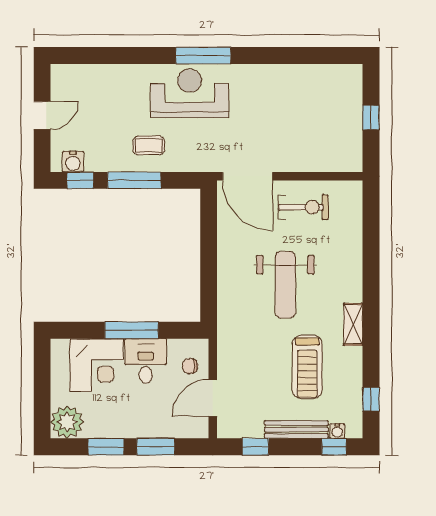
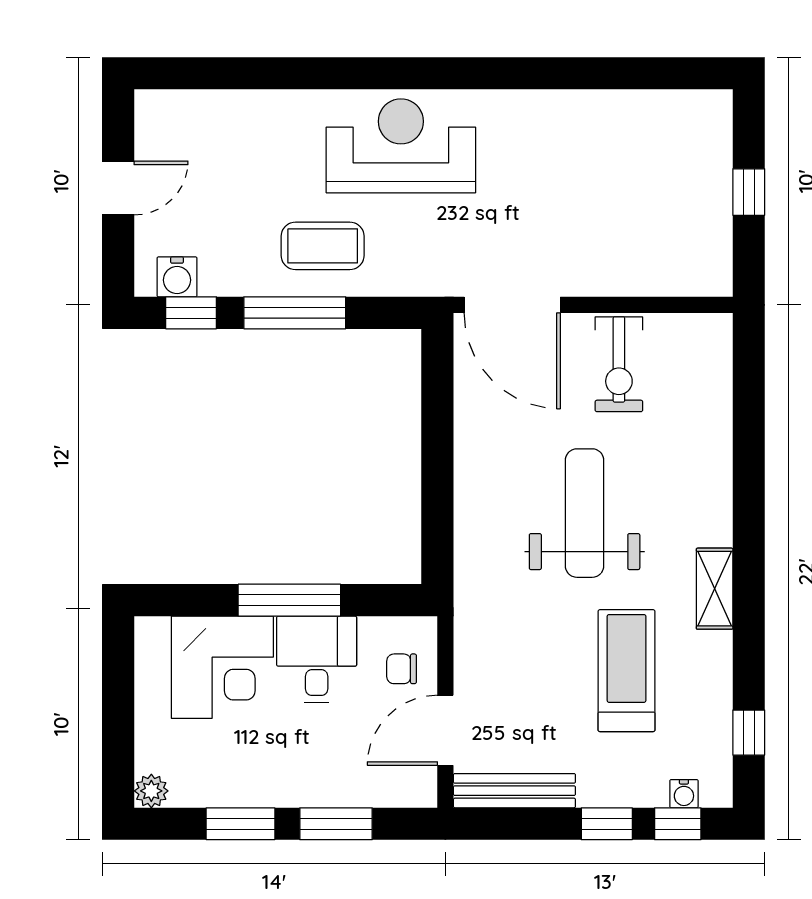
window: (203, 55) -> (427, 73), removed
coffee table: (149, 145) -> (323, 246), width x1.36, depth x1.30
exercise bike: (303, 207) -> (619, 364), turned 90
weight bench: (285, 285) -> (585, 513), turned 180
treadmill: (307, 367) -> (627, 671), turned 180
plant: (67, 422) -> (151, 791), width x0.53, depth x0.53
bench: (296, 430) -> (514, 791), moved
window: (255, 447) -> (607, 824), moved

